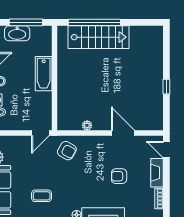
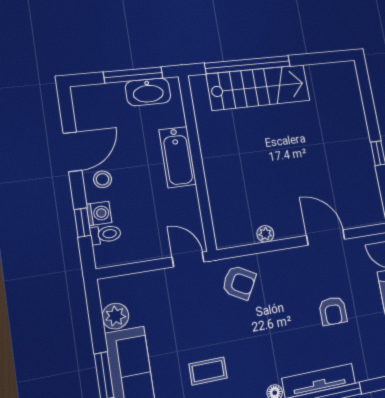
washbasin: (17, 33) -> (148, 92), moved
door: (40, 133) -> (188, 259), swing flipped
armchair: (119, 176) -> (333, 311), turned -90

